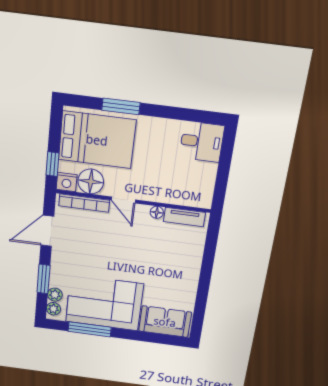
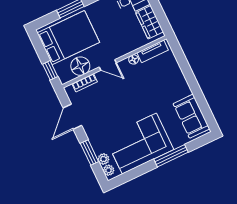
nightstand: (67, 182) -> (66, 76), removed
wardrobe: (203, 182) -> (150, 22), added
bookcase: (84, 203) -> (85, 83), width x0.64
sofa: (165, 322) -> (191, 116), moved, turned -90
window: (90, 329) -> (171, 156), moved

